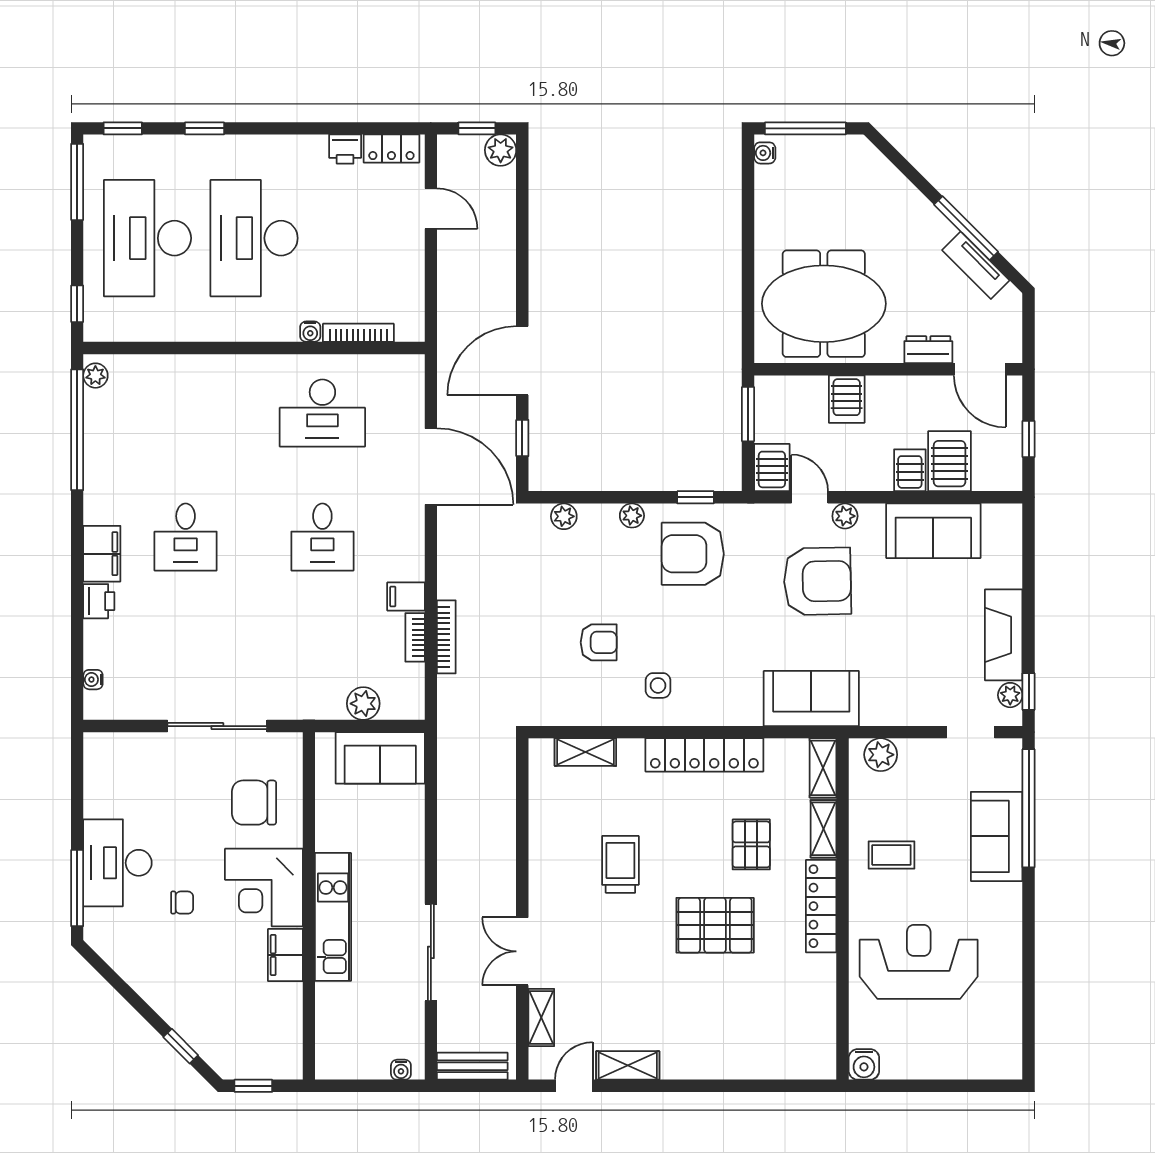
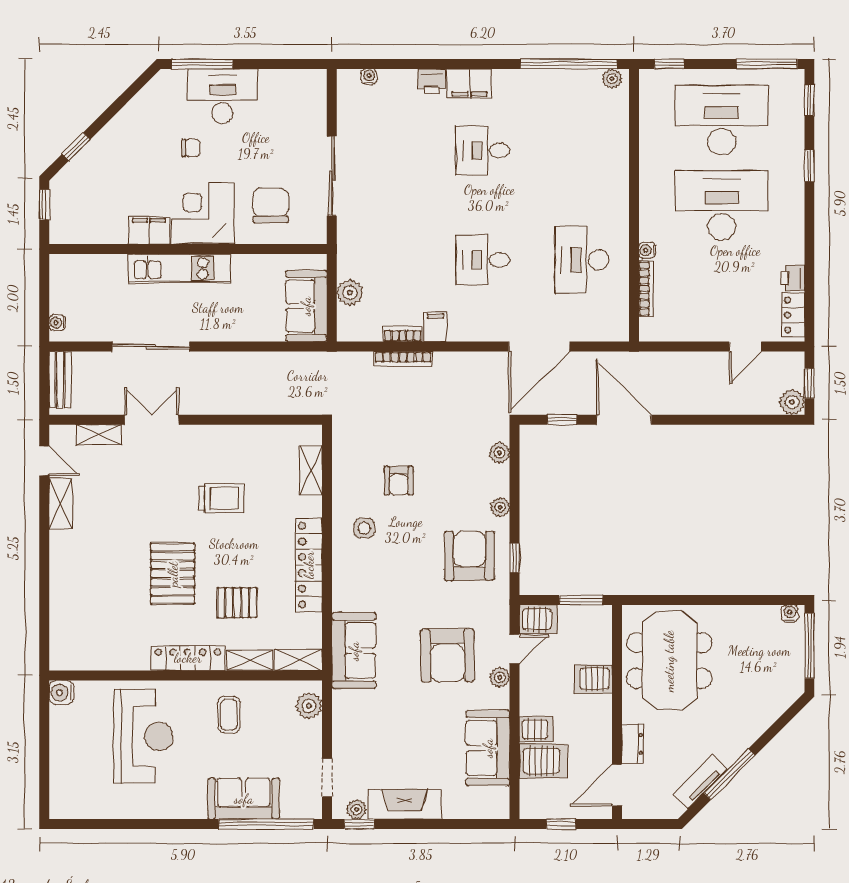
chair: (182, 903) -> (191, 148), turned -90

